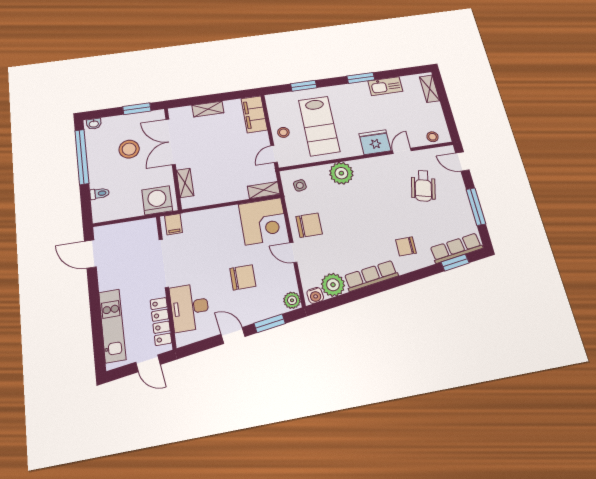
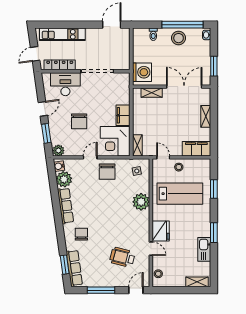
lab bench: (319, 126) -> (180, 194), turned 180
stool: (129, 149) -> (179, 38), moved
filing cabinet: (173, 224) -> (123, 115), moved, width x2.00

